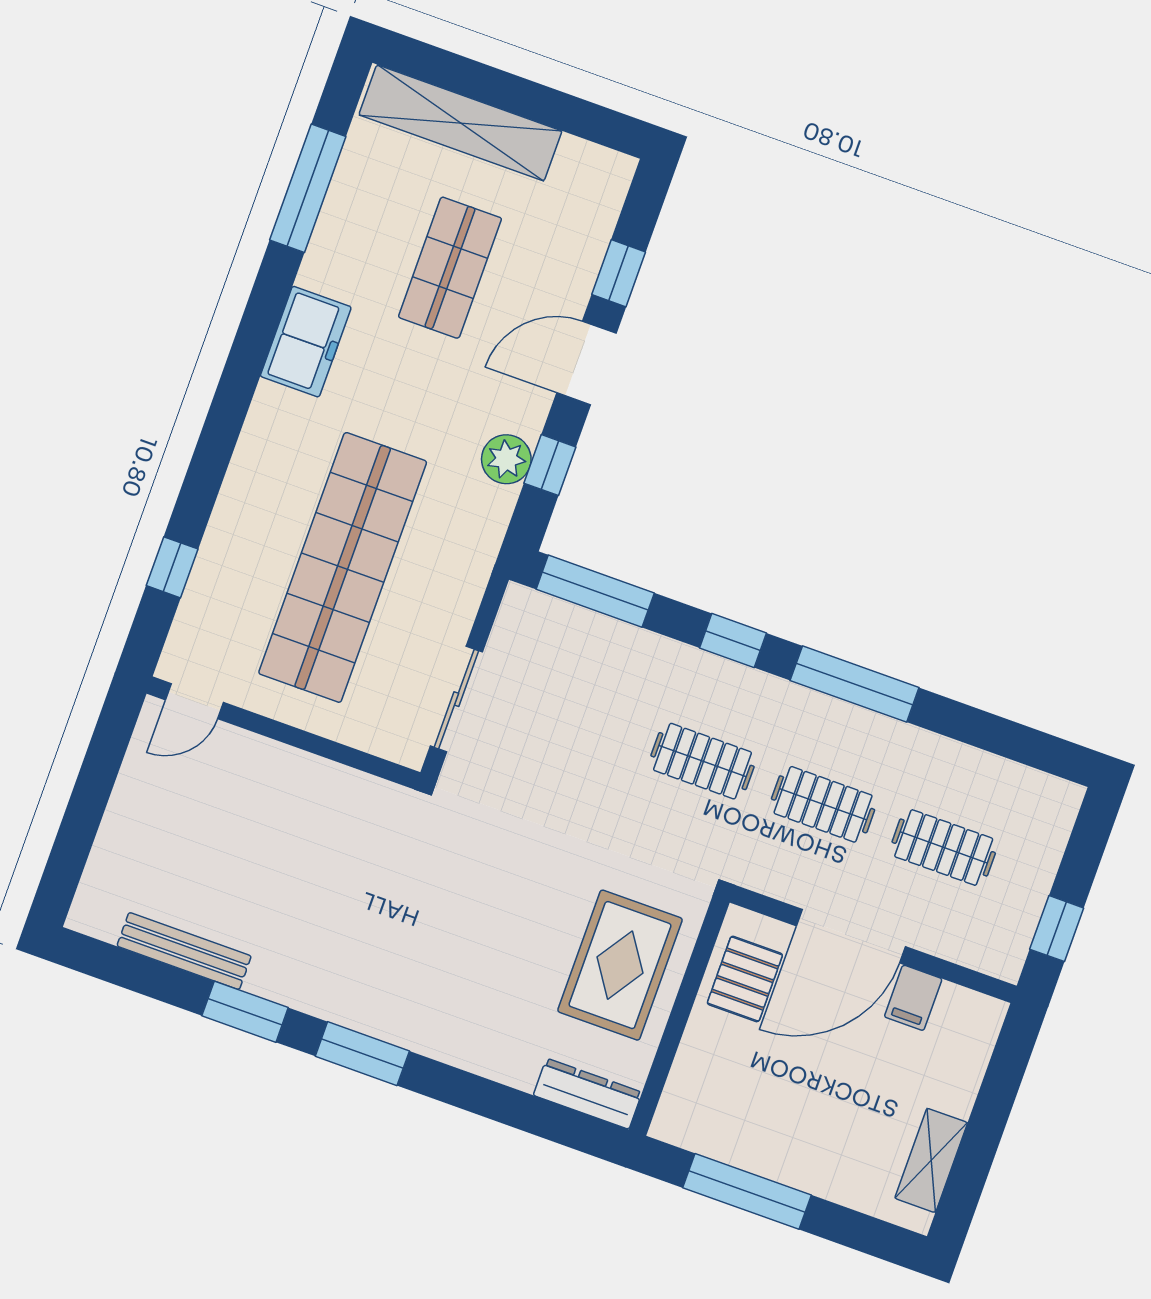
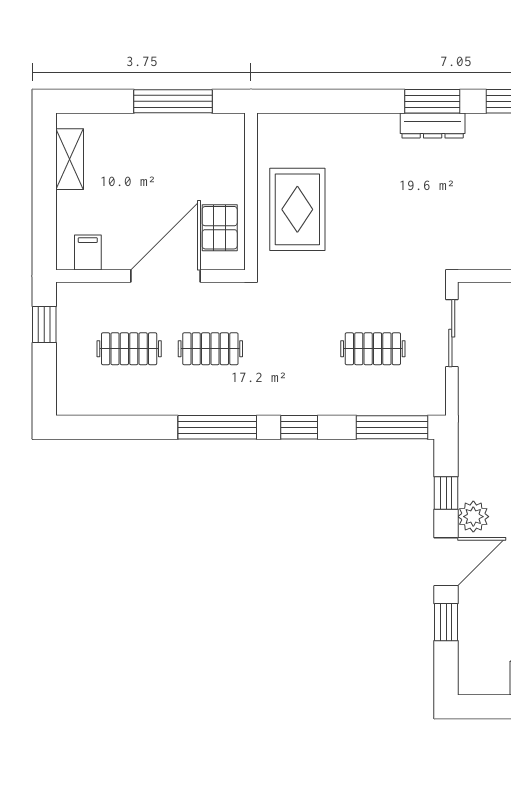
plant: (506, 459) -> (473, 517), moved
clothes rail: (702, 761) -> (373, 349), moved
filing cabinet: (913, 998) -> (88, 252), moved
dresser: (588, 1094) -> (433, 126), moved

